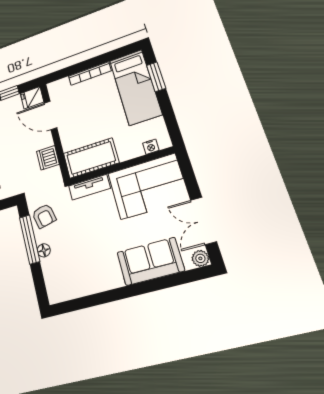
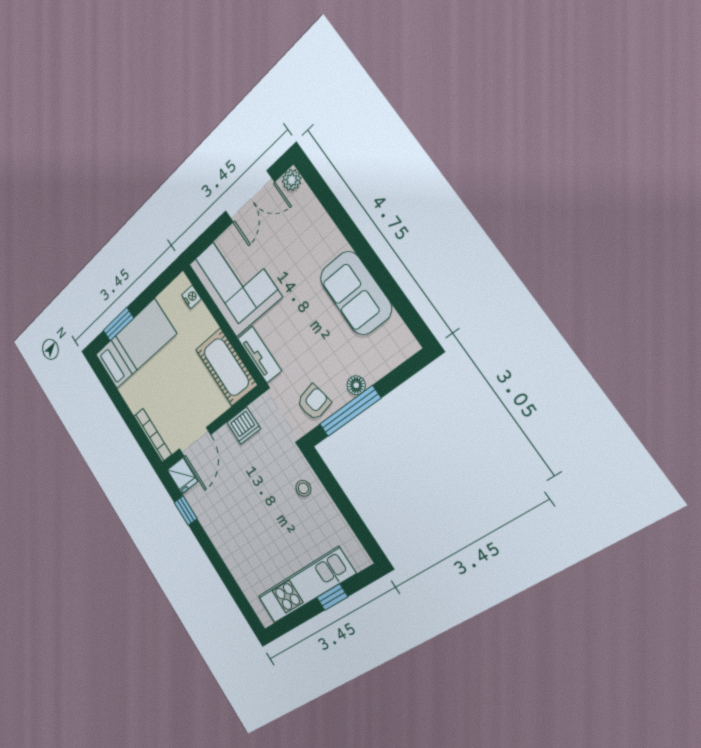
bookcase: (90, 74) -> (153, 435), moved
sofa: (150, 261) -> (356, 293), moved

